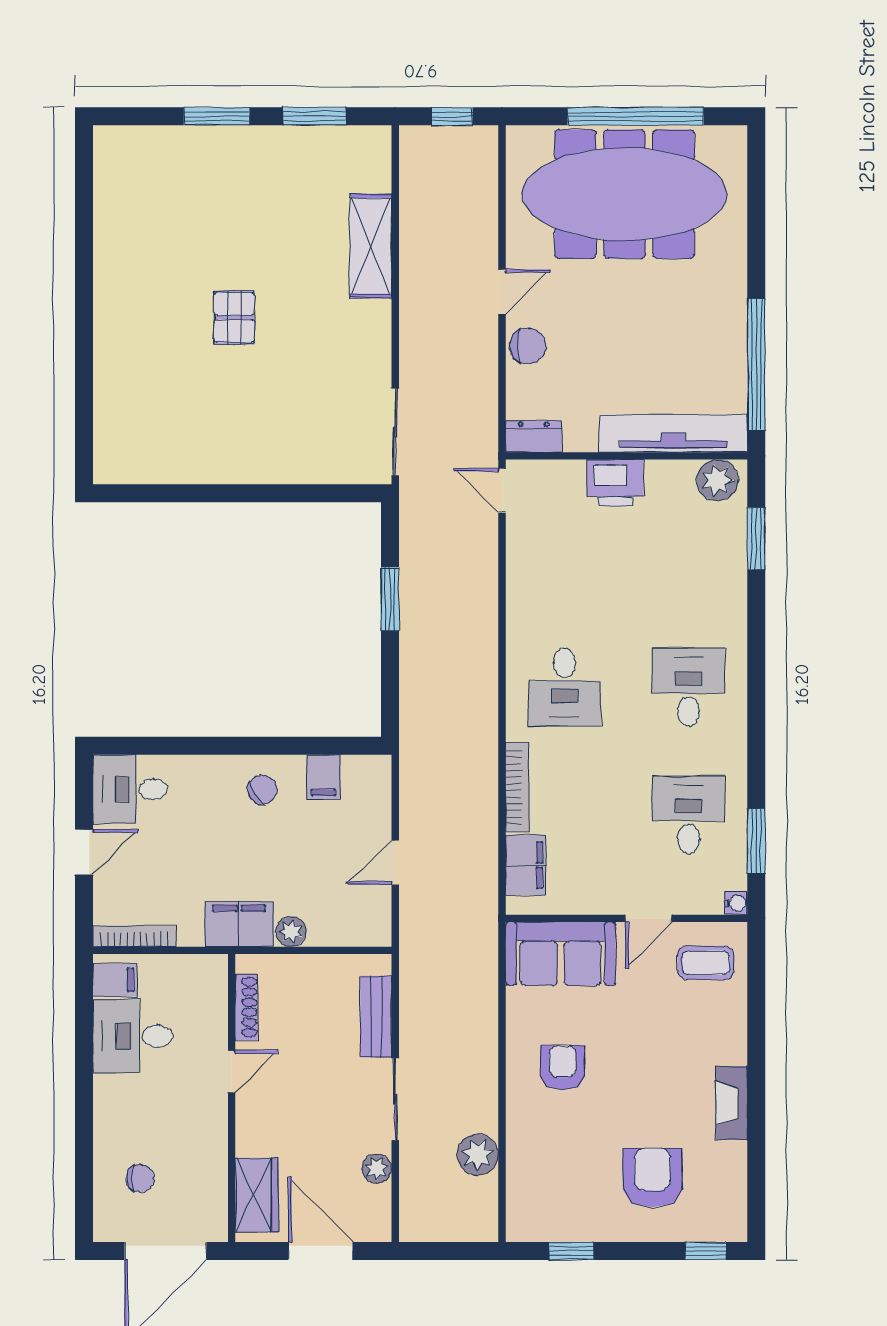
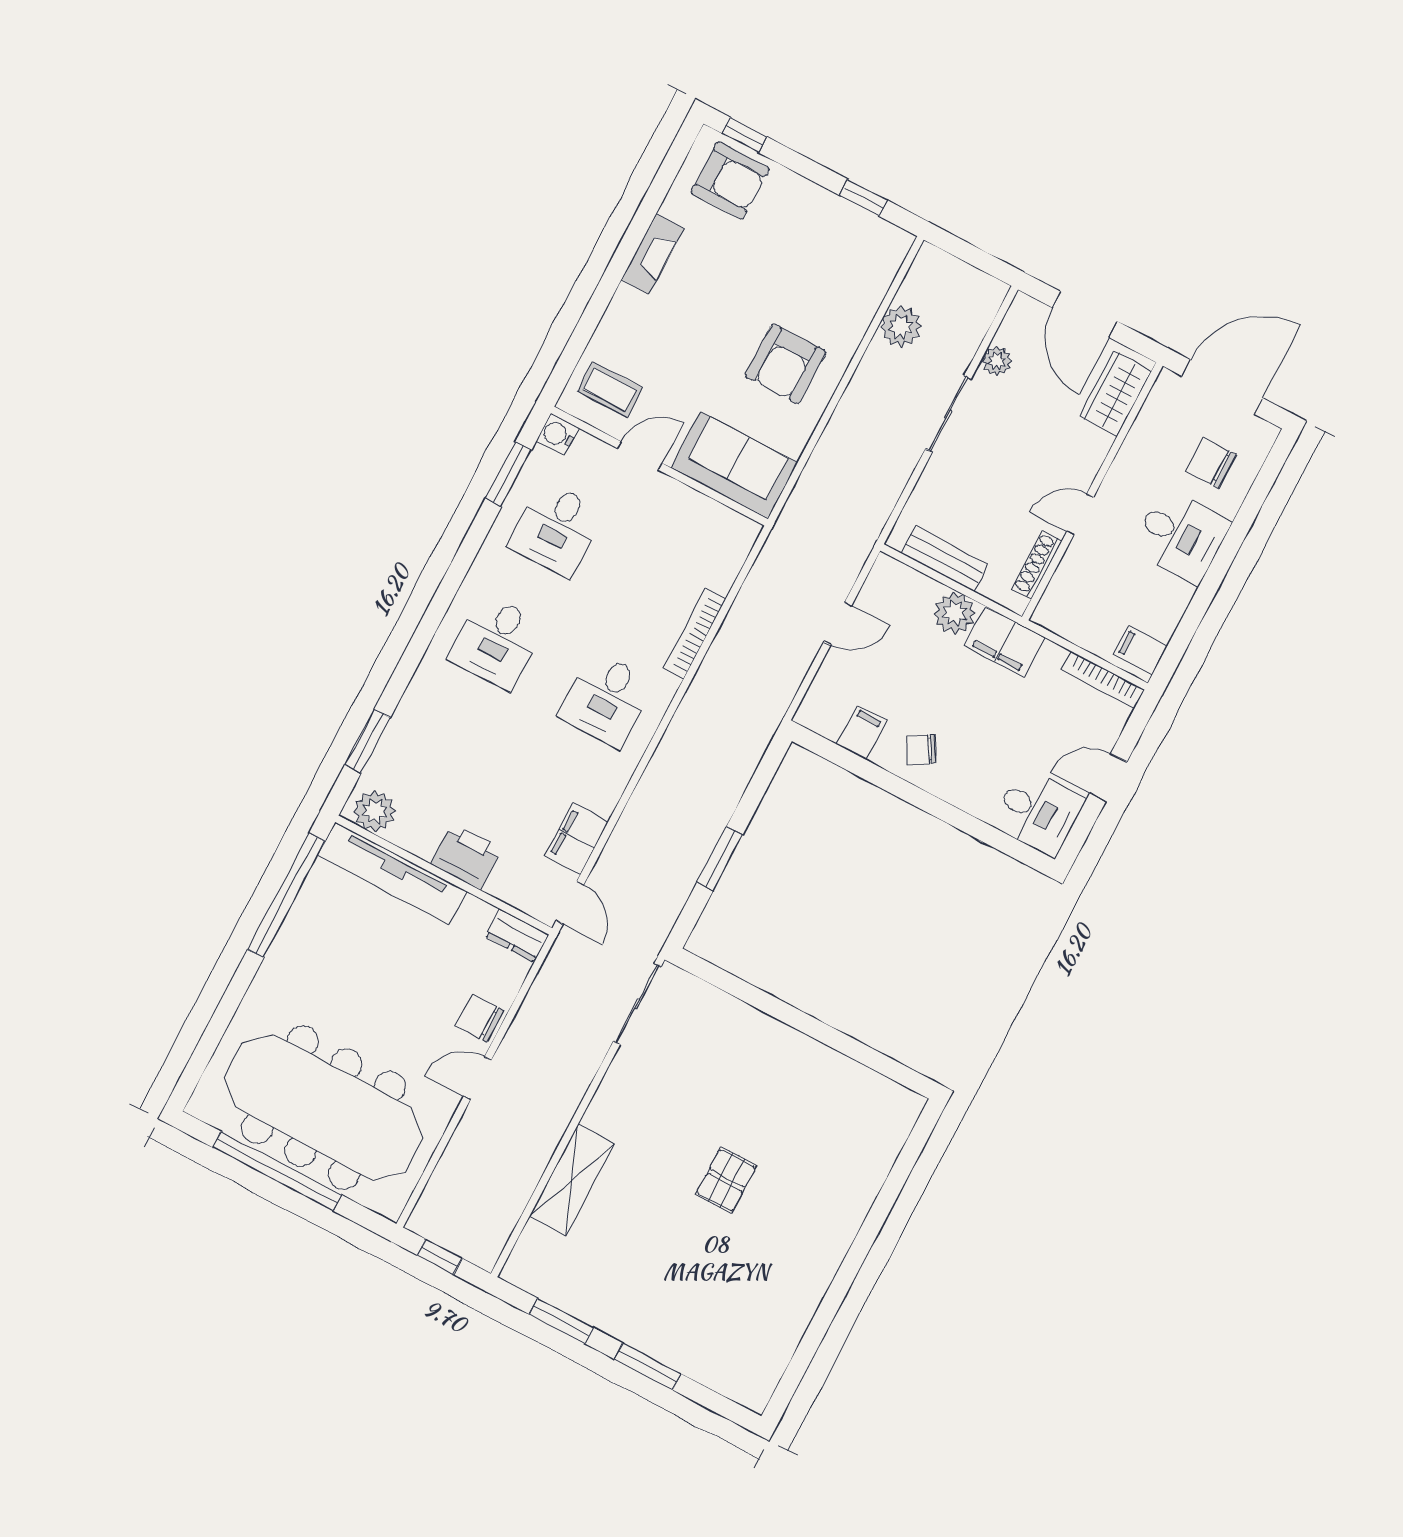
desk: (564, 687) -> (606, 699), turned 180
filing cabinet: (526, 865) -> (577, 839), moved
water cooler: (736, 903) -> (557, 434), width x1.38, depth x1.38
plant: (291, 932) -> (954, 613), width x1.38, depth x1.38
bench: (376, 1017) -> (944, 559), moved, turned 90
desk: (133, 1036) -> (1181, 535), moved
armchair: (563, 1068) -> (785, 364), width x1.38, depth x1.38
chair: (140, 1178) -> (1211, 463), width x1.37, depth x1.37
armchair: (652, 1178) -> (730, 180), moved, turned -90

